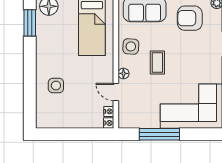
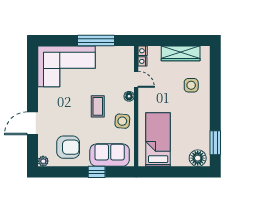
wardrobe: (67, 120) -> (181, 53), added

